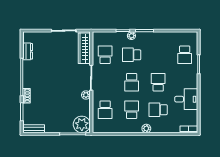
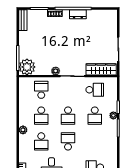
dresser: (28, 51) -> (78, 14), moved
school desk: (132, 55) -> (95, 116), turned 180
school desk: (132, 82) -> (68, 116), turned -90
school desk: (158, 82) -> (68, 141), turned -90
school desk: (105, 110) -> (41, 90), turned 90
school desk: (132, 110) -> (41, 116), turned 90
school desk: (158, 110) -> (41, 141), turned 180

